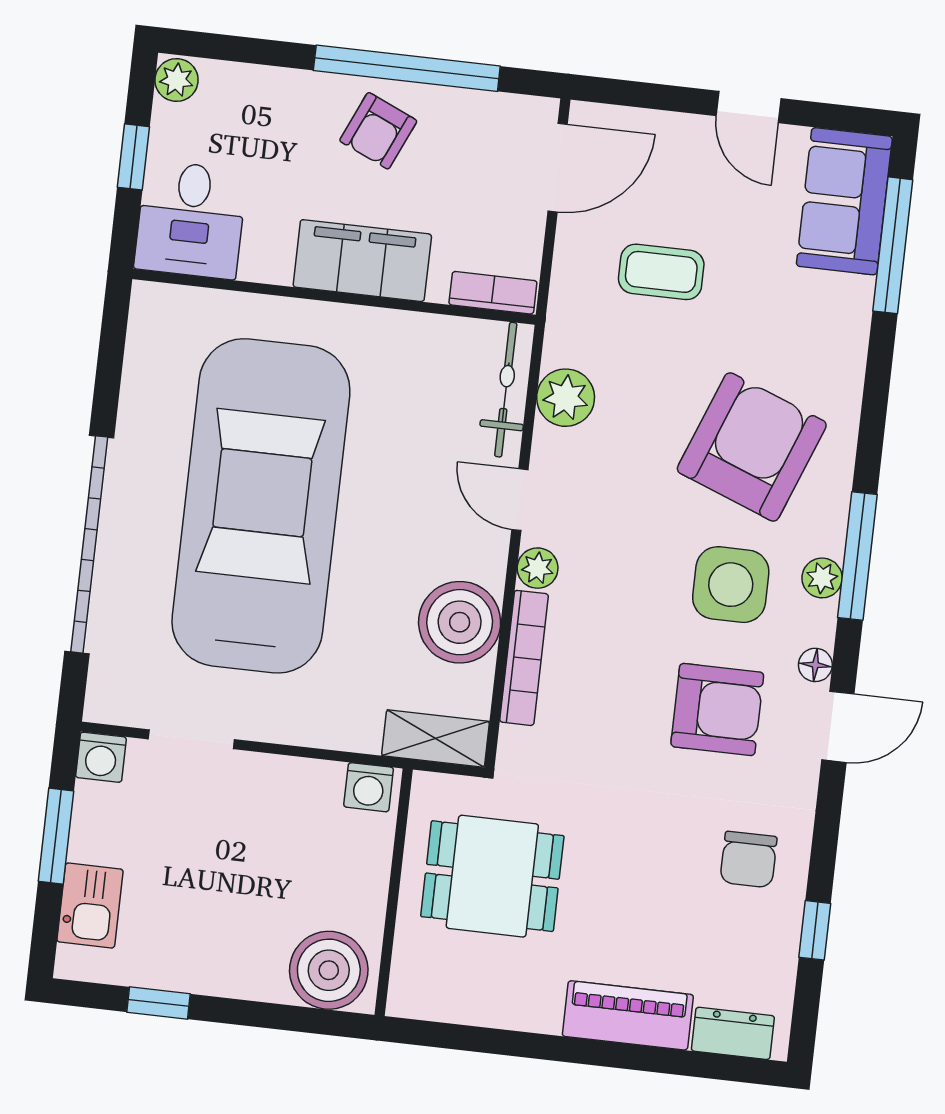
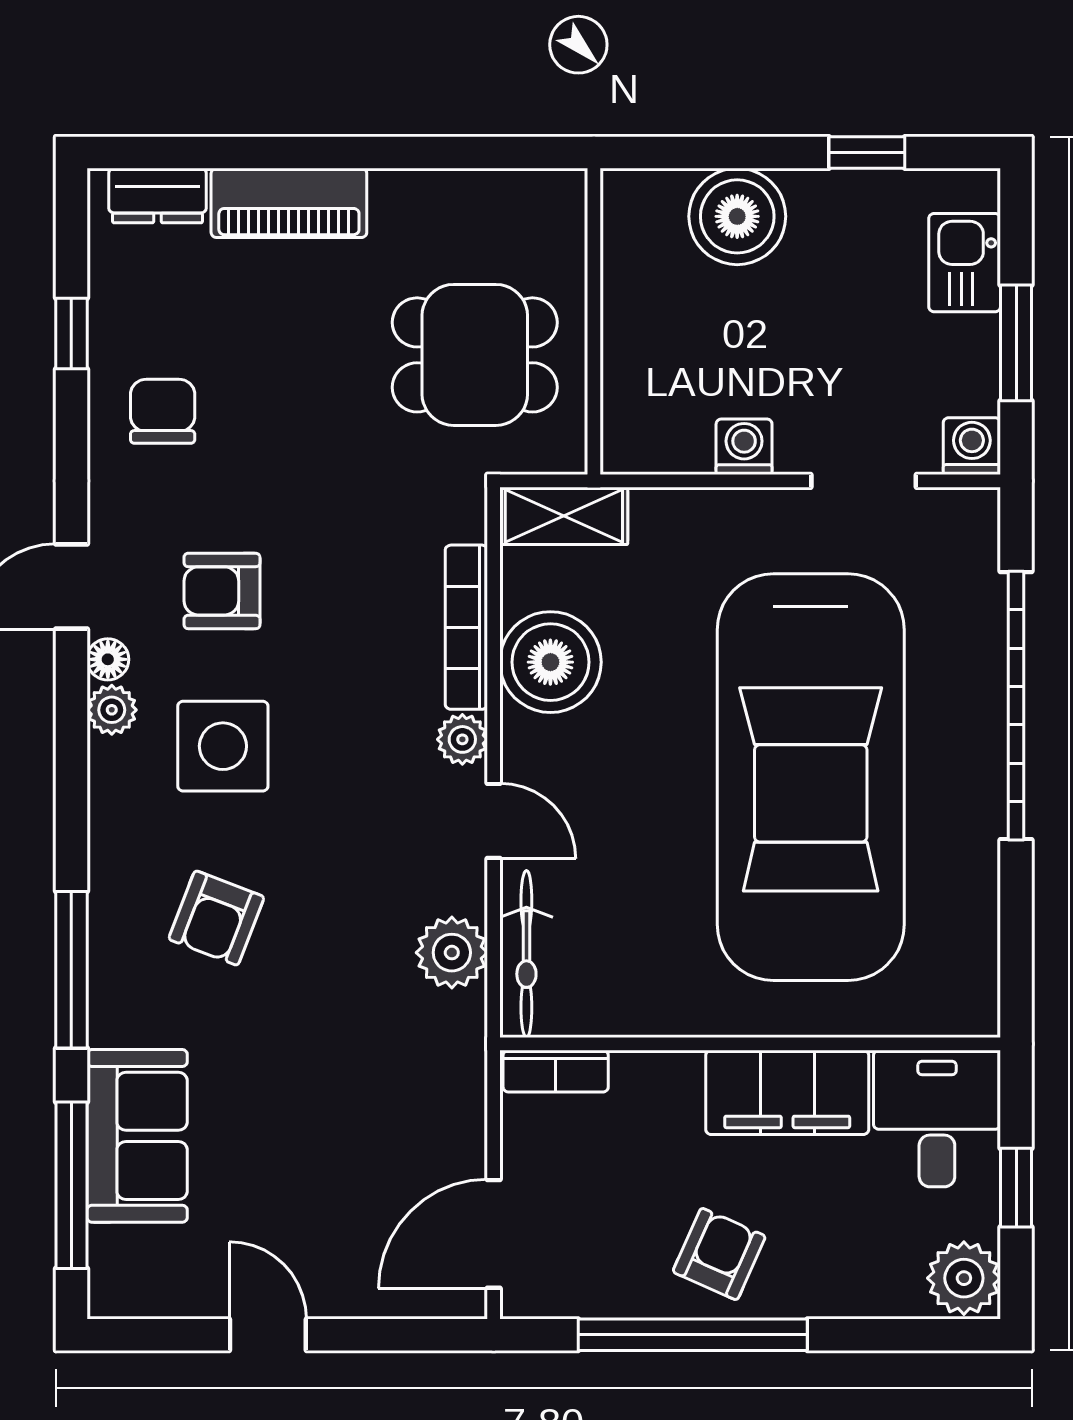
plant: (177, 80) -> (964, 1278), width x1.38, depth x1.38
sofa: (844, 201) -> (137, 1136), moved
filing cabinet: (362, 261) -> (787, 1092), moved
coffee table: (661, 272) -> (352, 1120), removed
armchair: (752, 447) -> (216, 918), width x0.53, depth x0.53
window: (857, 556) -> (71, 970), moved
plant: (822, 578) -> (112, 710), moved
armchair: (717, 709) -> (222, 591), width x0.72, depth x0.72
washing machine: (369, 787) -> (744, 447), moved
boiler: (329, 970) -> (737, 216), moved

